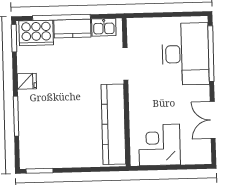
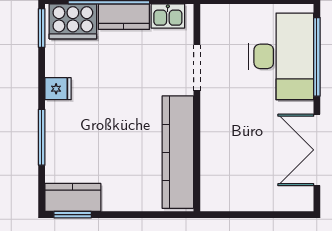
double door: (213, 120) -> (317, 150), width x1.37
corner desk: (159, 145) -> (241, 183), removed
kitchen counter: (39, 158) -> (73, 197), added

